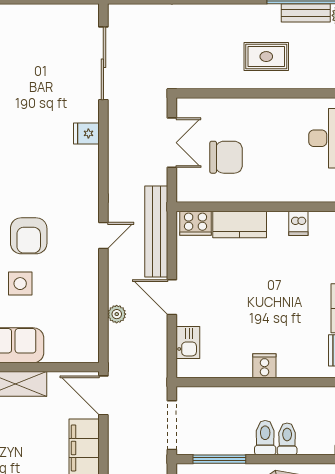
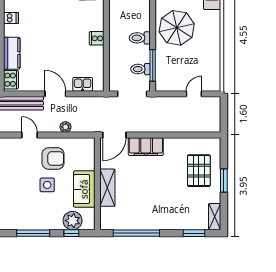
door: (103, 235) -> (29, 135), moved
armchair: (29, 236) -> (53, 159), moved
door: (172, 297) -> (55, 94), swing flipped
toilet: (287, 439) -> (140, 69), moved

